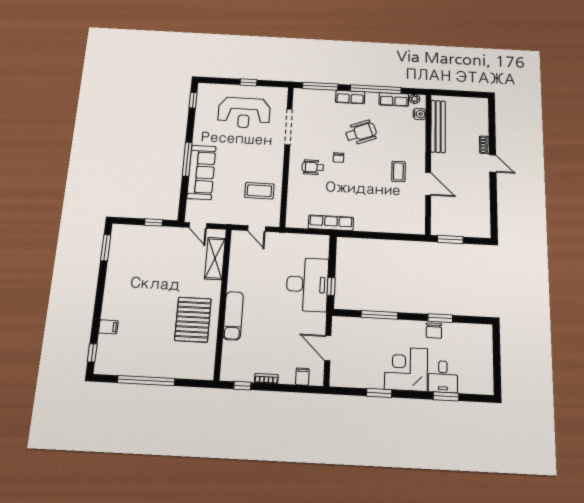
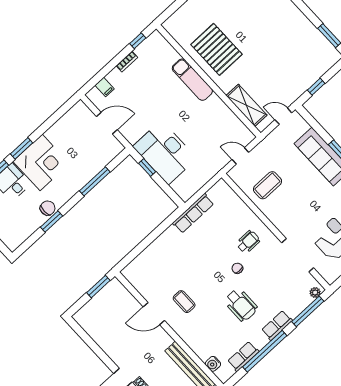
plant: (415, 99) -> (315, 292), moved
wheelchair: (361, 132) -> (241, 305), turned -69
chair: (434, 331) -> (48, 208), turned 90
window: (379, 393) -> (22, 148), moved

